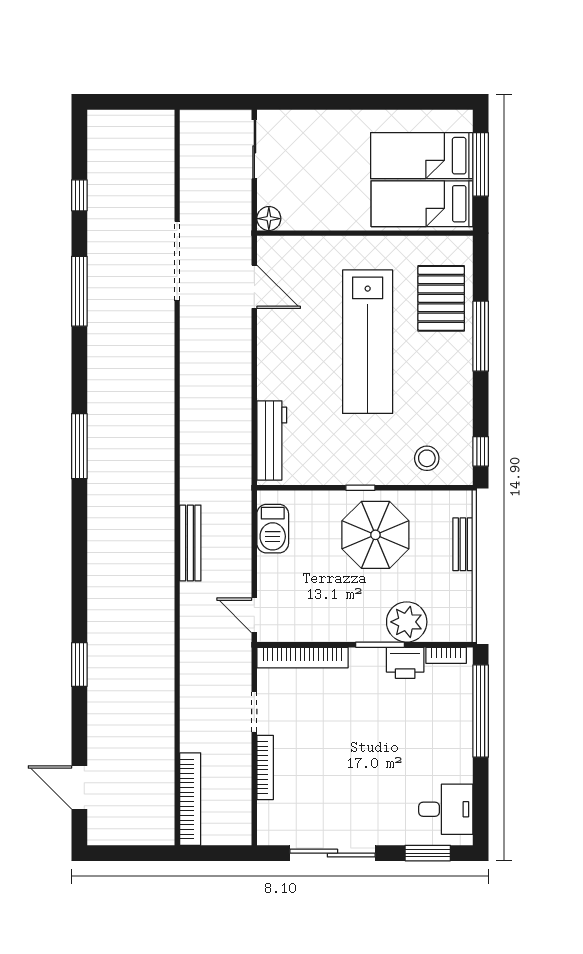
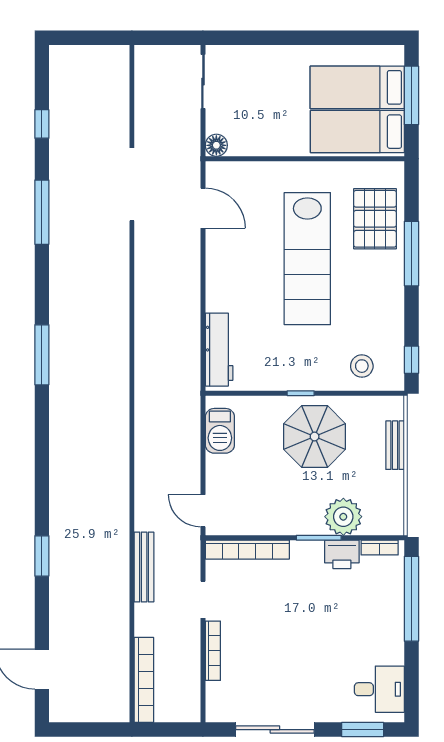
bench: (190, 543) -> (144, 567), moved

